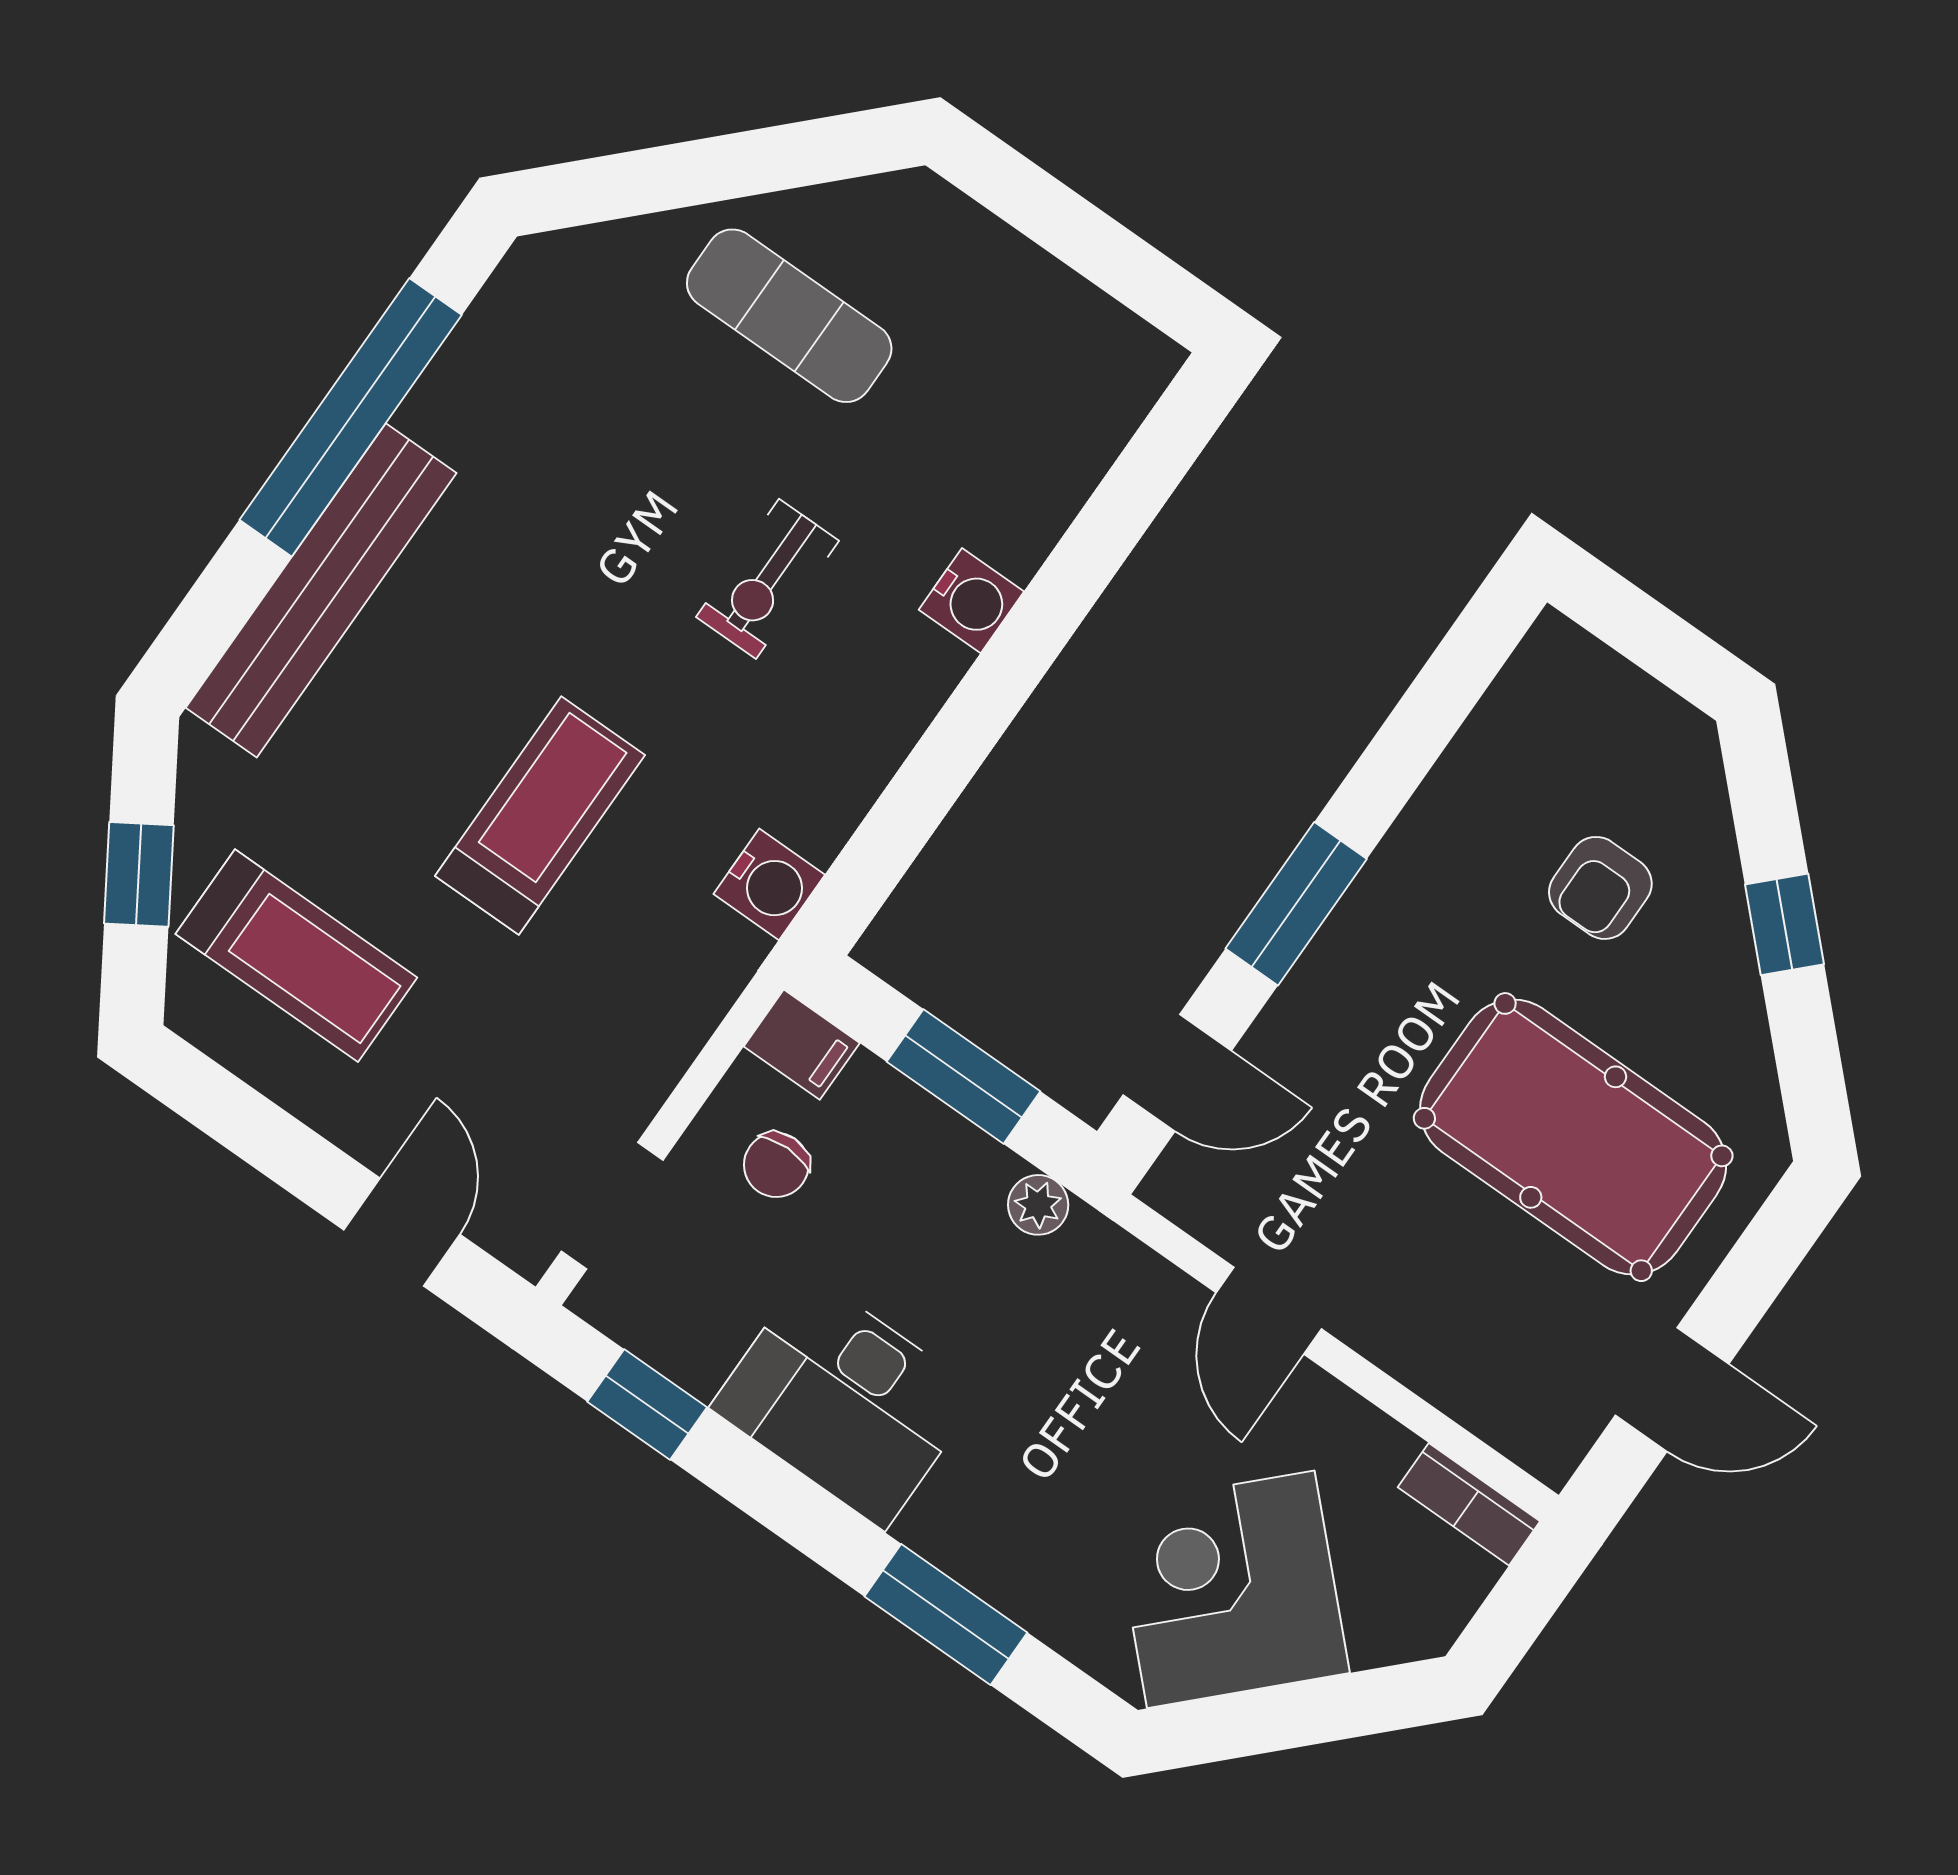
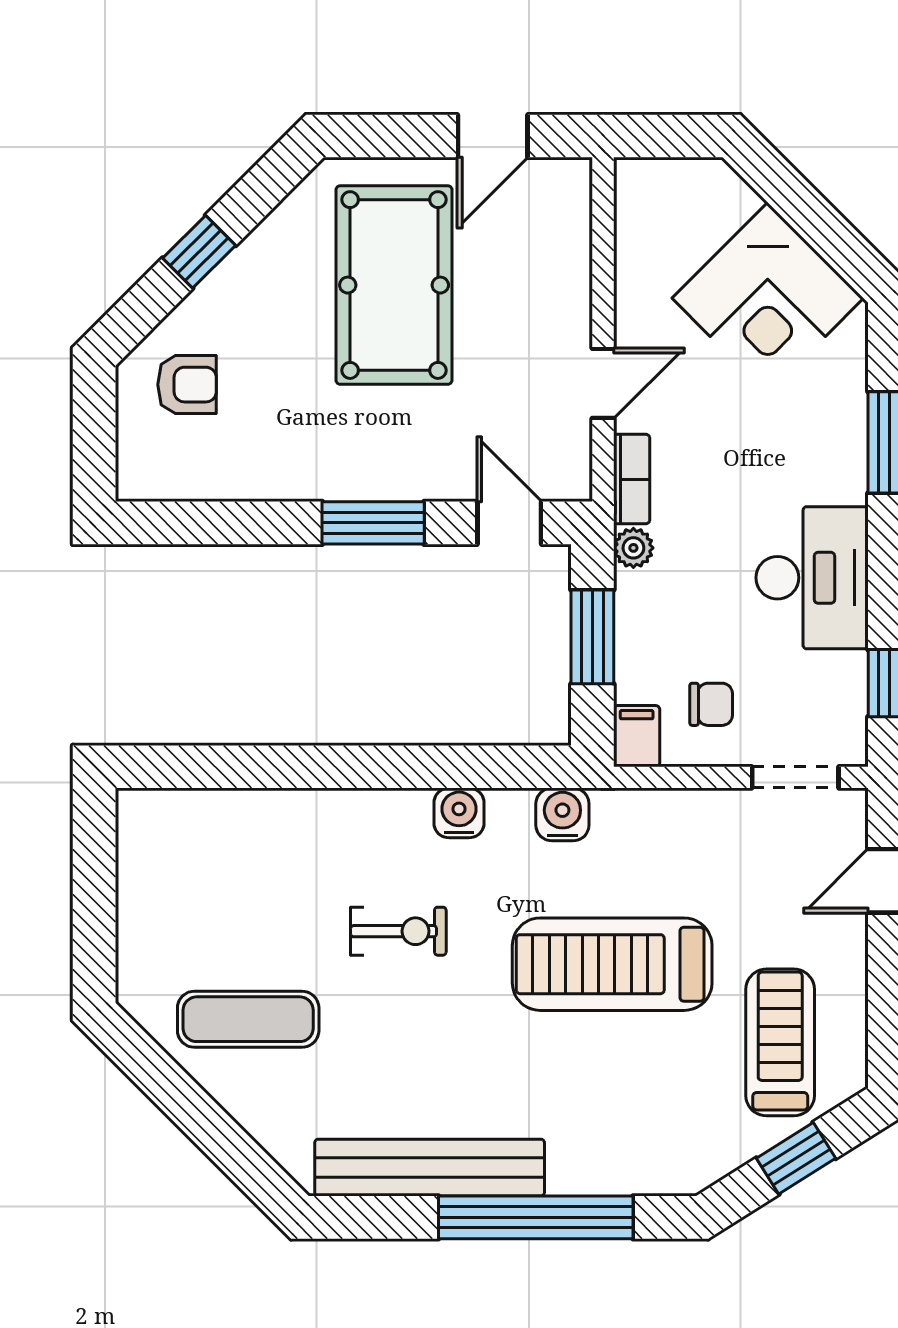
exercise mat: (789, 316) -> (248, 1019), turned 90
window: (351, 417) -> (536, 1217), moved
bench: (321, 590) -> (430, 1168), moved
water cooler: (971, 601) -> (459, 813), moved
treadmill: (540, 815) -> (612, 964), width x1.37, depth x1.38
armchair: (1600, 888) -> (187, 385), moved
door: (1672, 1389) -> (493, 136), swing flipped
bookcase: (1469, 1504) -> (632, 479), moved

